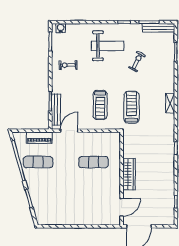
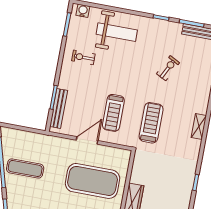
weight bench: (108, 46) -> (117, 32), moved
door: (69, 131) -> (87, 140), moved
piano: (39, 138) -> (32, 139), removed
exercise mat: (94, 162) -> (93, 181), width x2.00, depth x1.45

